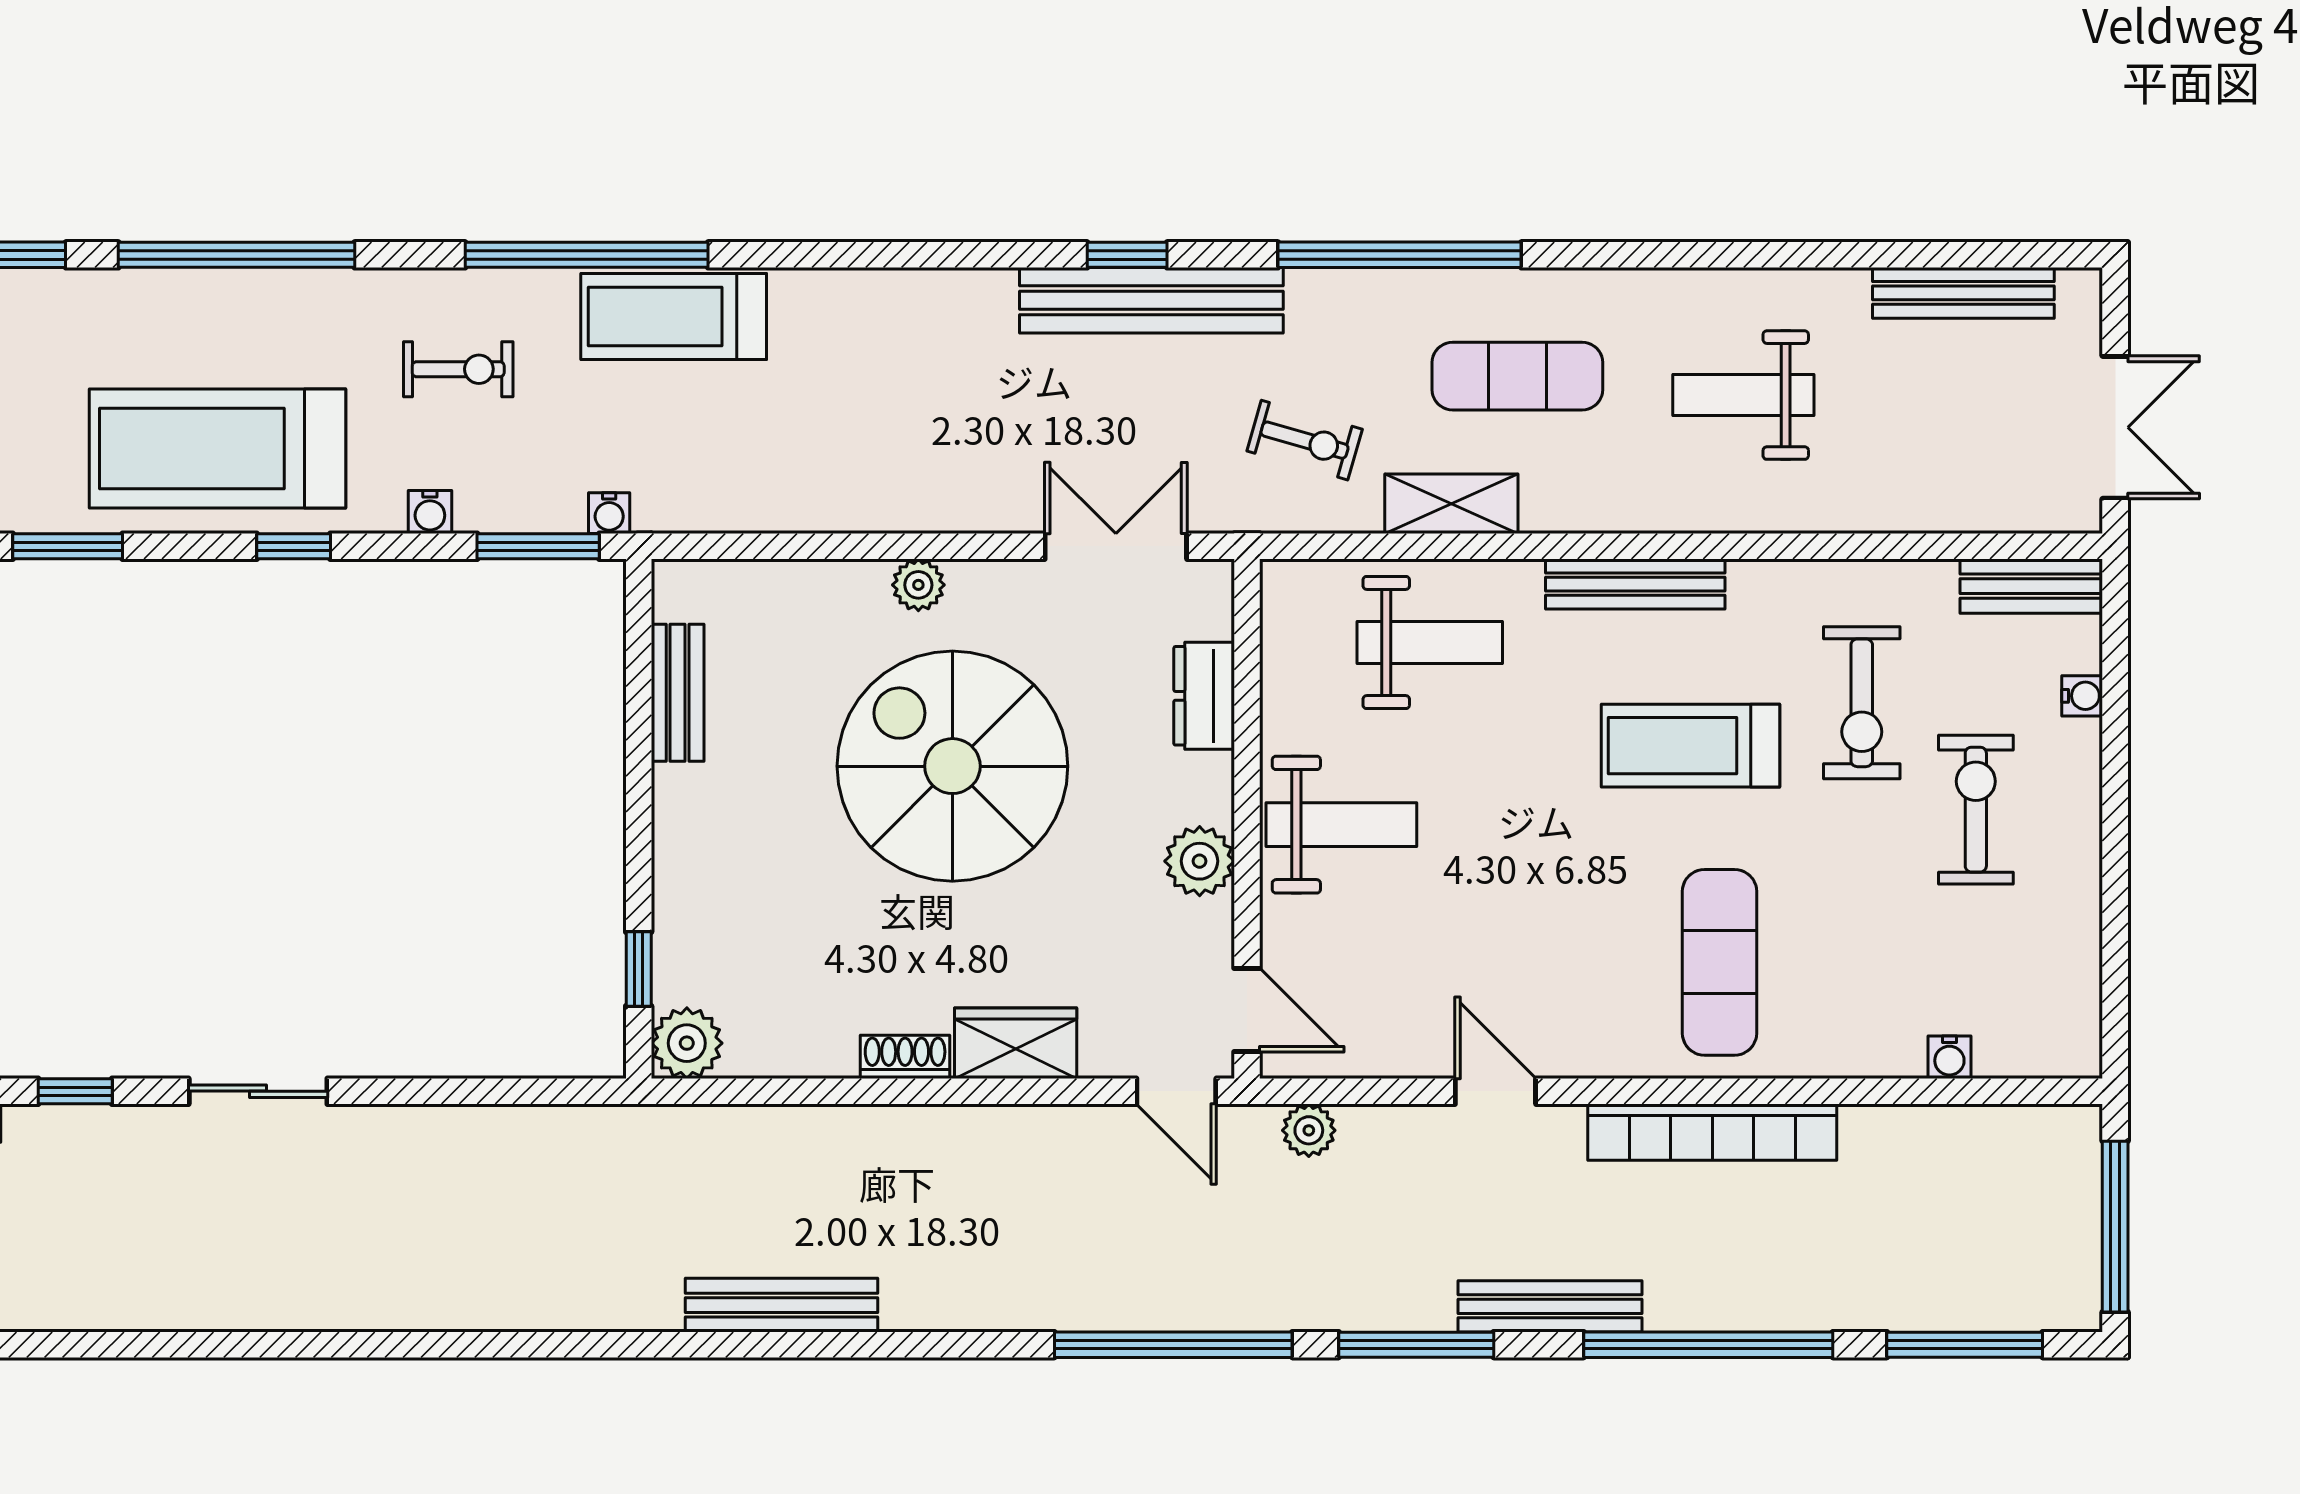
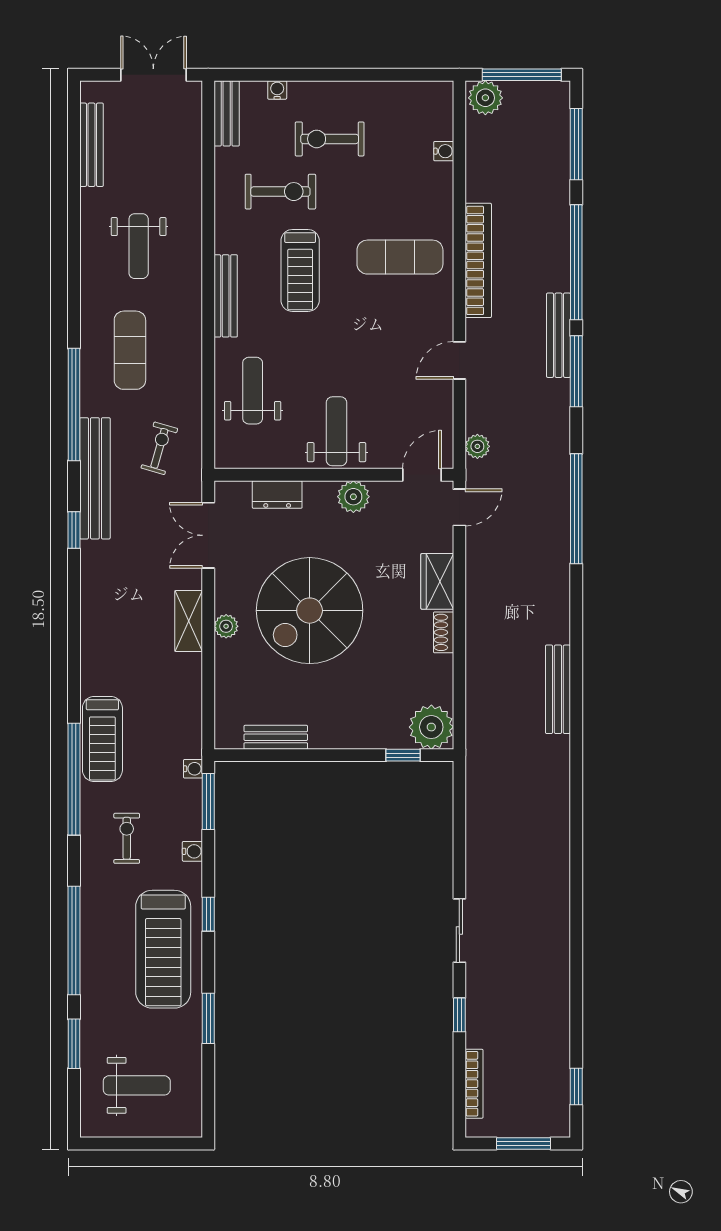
bench: (1151, 300) -> (95, 478), moved
shelving: (1451, 504) -> (189, 621), moved
plant: (687, 1043) -> (431, 727), width x1.36, depth x1.36
plant: (2065, 1148) -> (485, 98), added
window: (1416, 1345) -> (576, 371), moved

